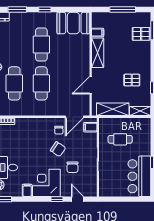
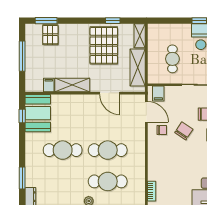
window: (45, 10) -> (22, 116), moved
pallet: (132, 80) -> (104, 45), width x2.05, depth x2.00

